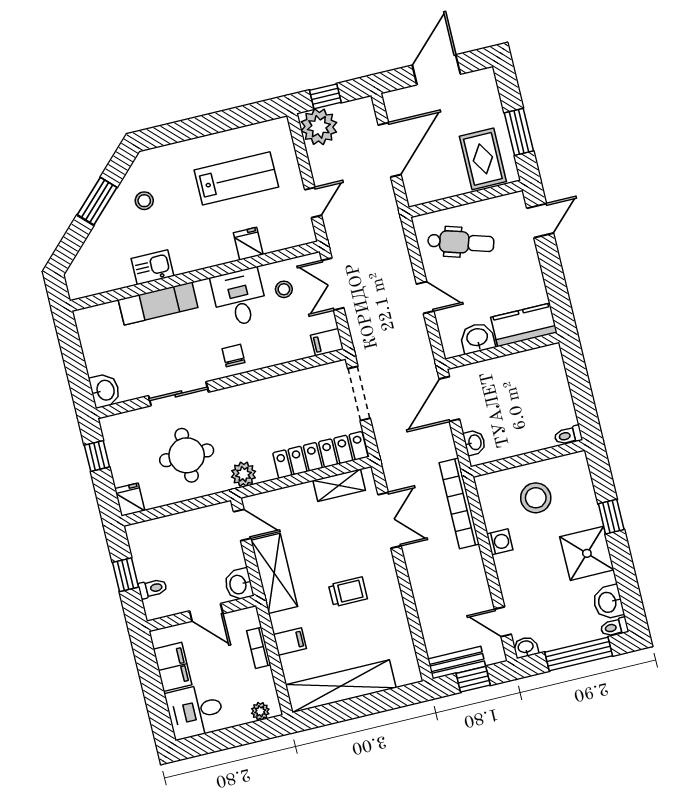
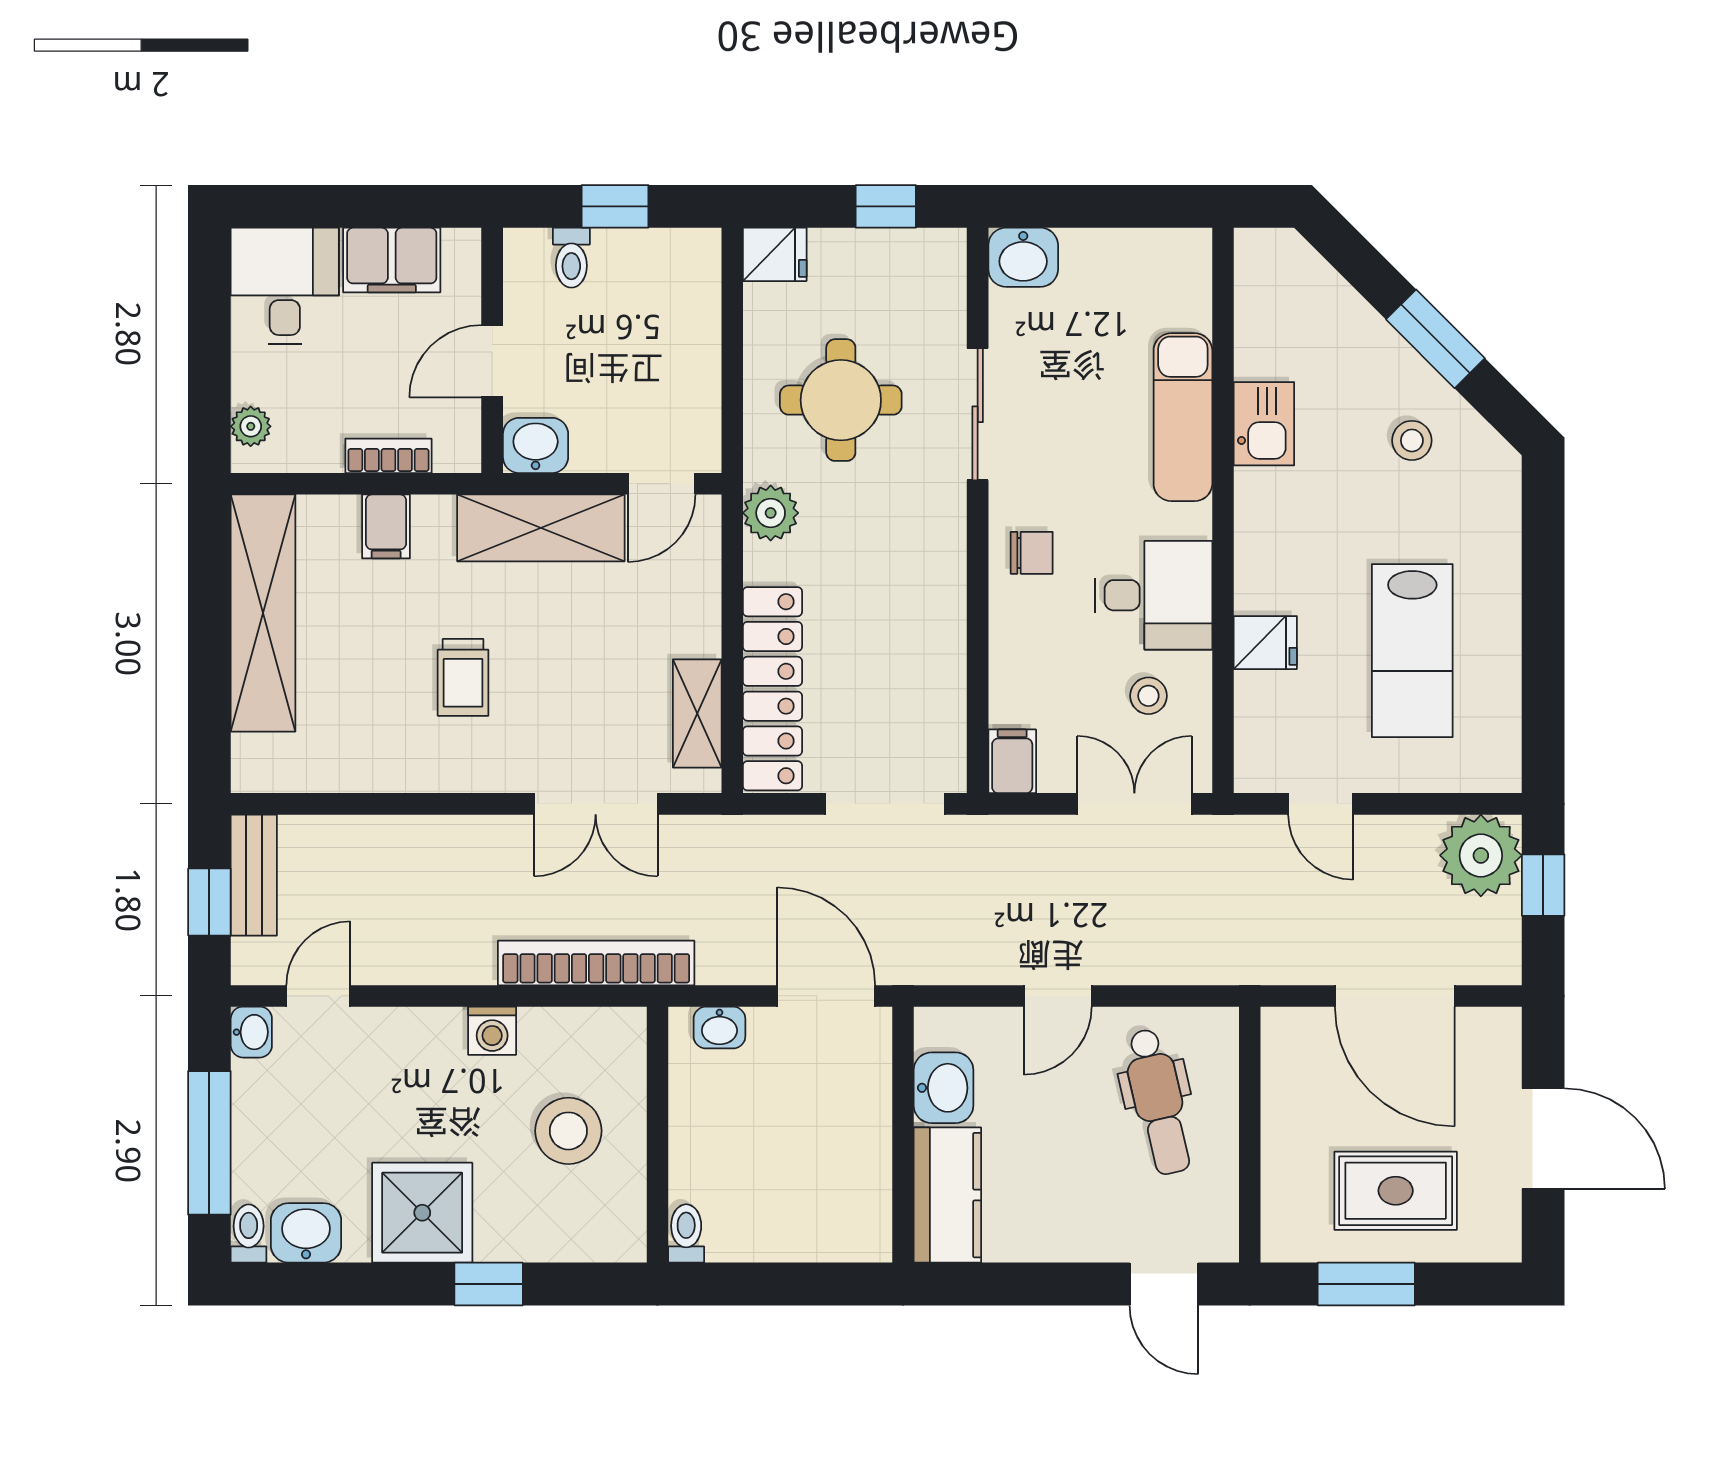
rug: (483, 159) -> (1396, 1191), moved
dental chair: (461, 242) -> (1158, 1102), turned -30

